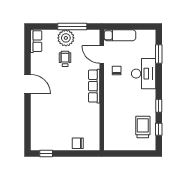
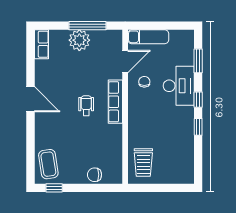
door: (102, 55) -> (125, 61), swing flipped
wheelchair: (65, 59) -> (86, 106), moved
trolley: (143, 127) -> (143, 163), moved, turned 180
window: (159, 129) -> (198, 100), moved
coffee table: (42, 135) -> (48, 164), added

